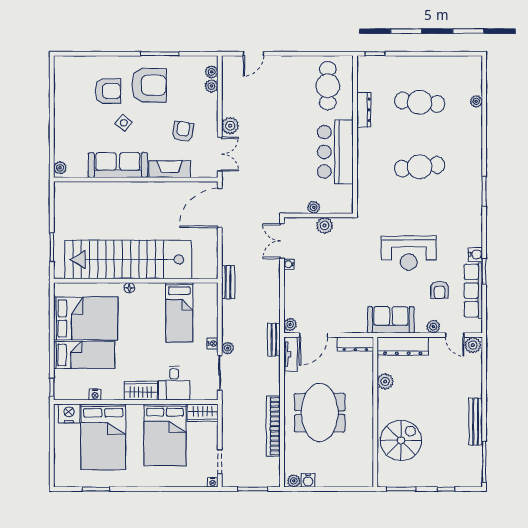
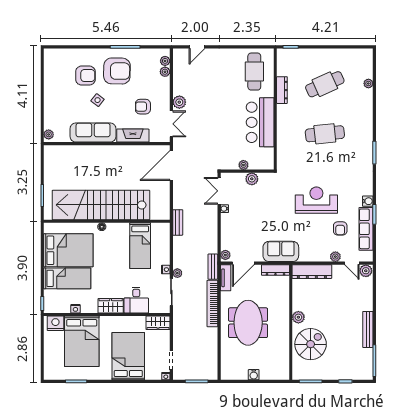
cafe table: (420, 102) -> (325, 84), turned -30
armchair: (183, 131) -> (143, 107), turned -99
reception desk: (409, 253) -> (316, 200), turned 180
sofa: (391, 320) -> (281, 251), moved
plant: (385, 381) -> (298, 317), moved
bookcase: (273, 426) -> (212, 304), moved
bed: (165, 435) -> (128, 356), moved, turned 180
water cooler: (308, 480) -> (254, 375), moved
plant: (294, 481) -> (228, 375), removed

